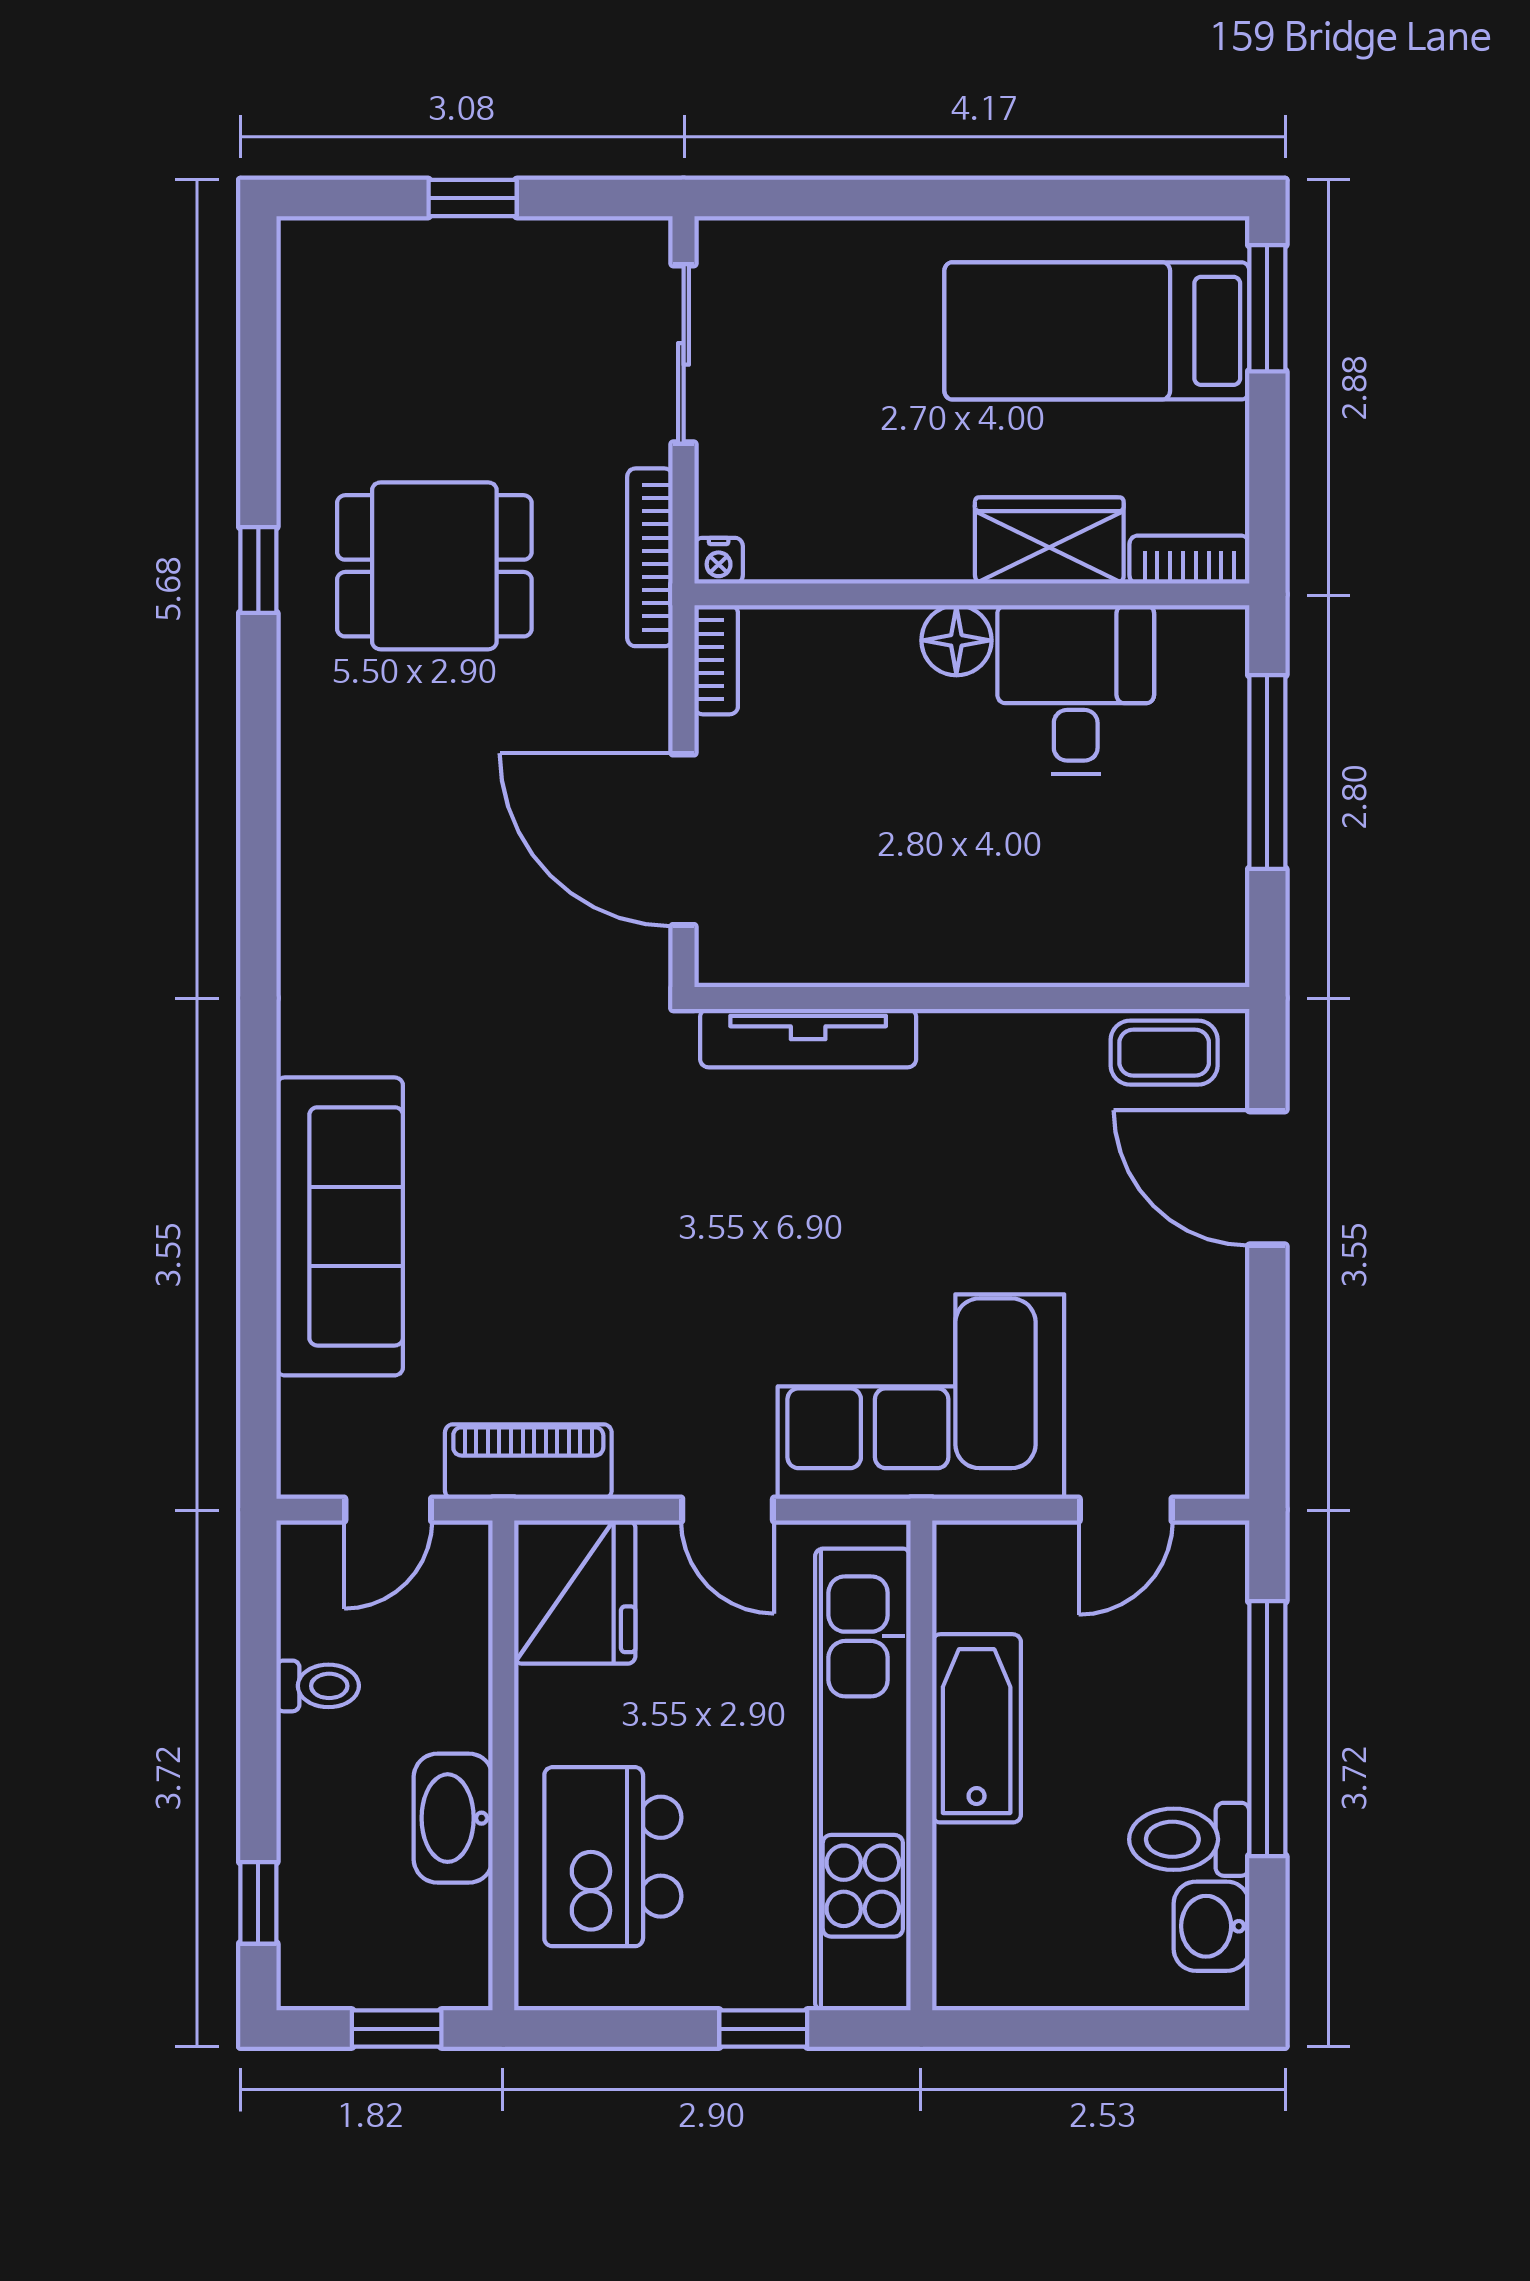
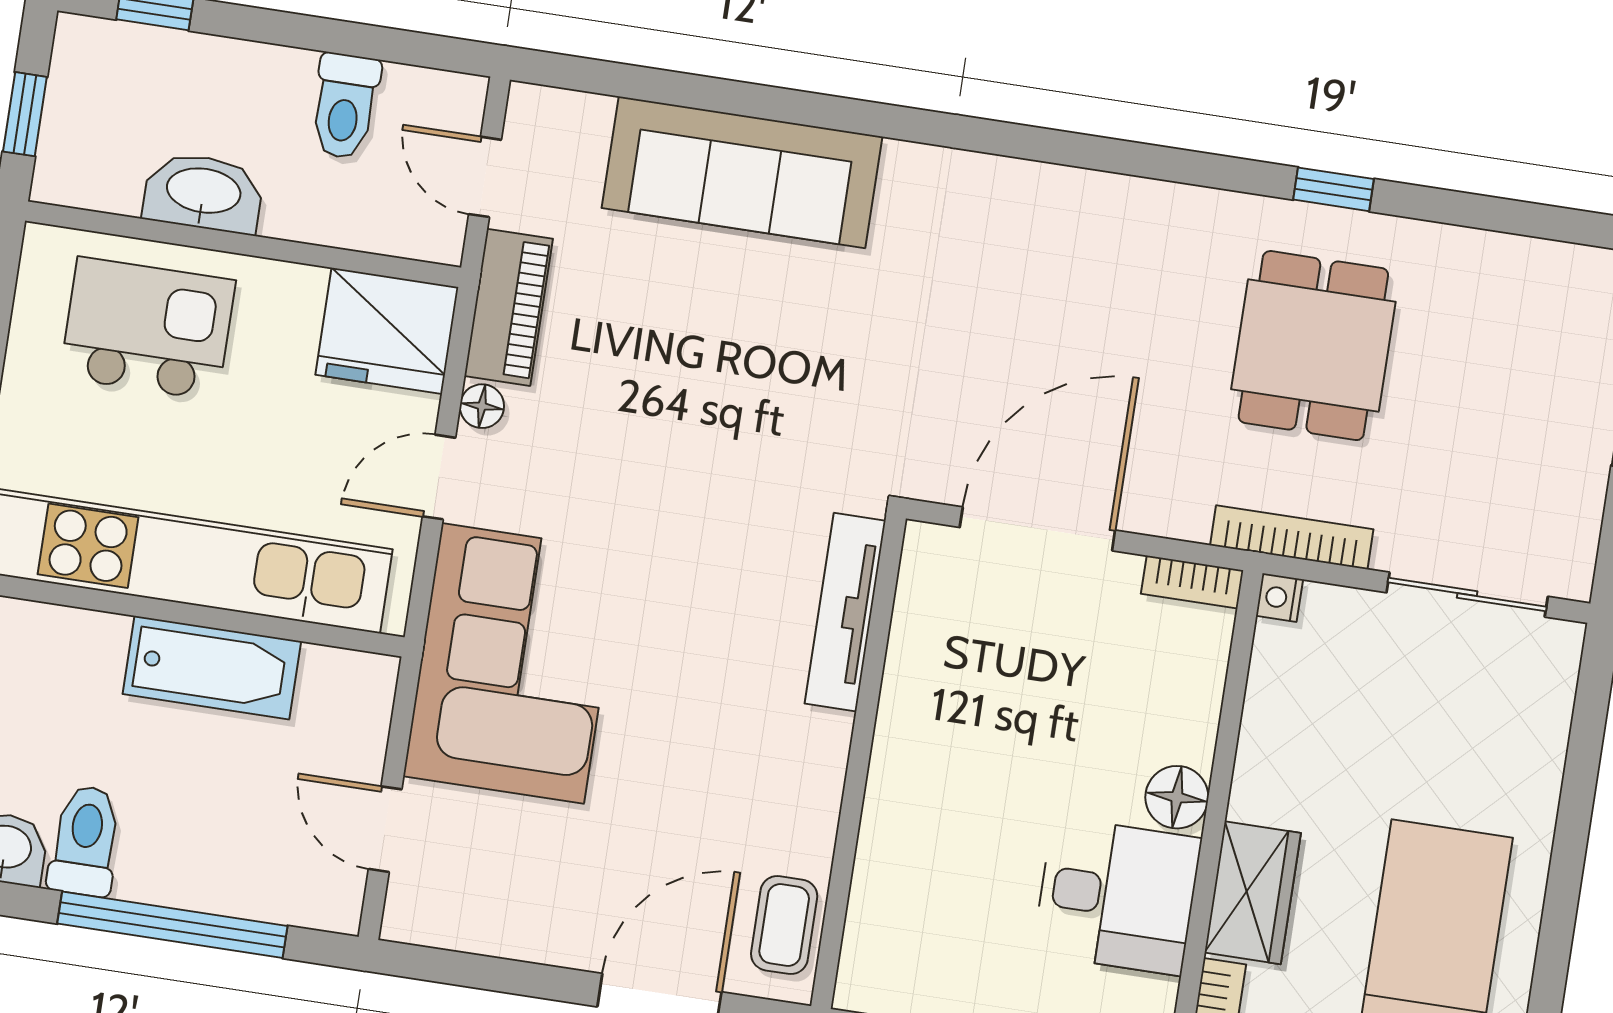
floor lamp: (642, 1474) -> (482, 406), added
toilet: (318, 1686) -> (345, 106), width x1.37, depth x1.39

